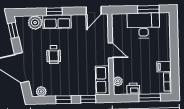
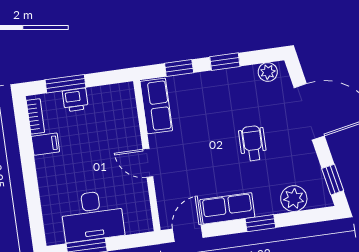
row of seats: (57, 22) -> (227, 208), moved
plant: (118, 81) -> (128, 107), removed
printer: (133, 89) -> (75, 100), moved

